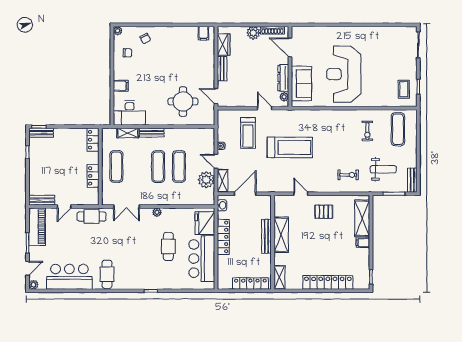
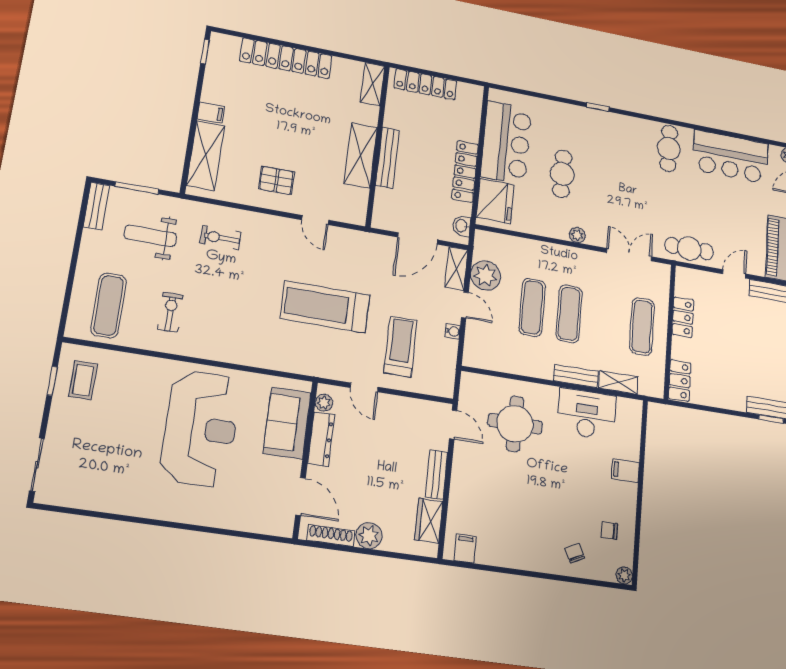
desk: (130, 113) -> (587, 414), moved

